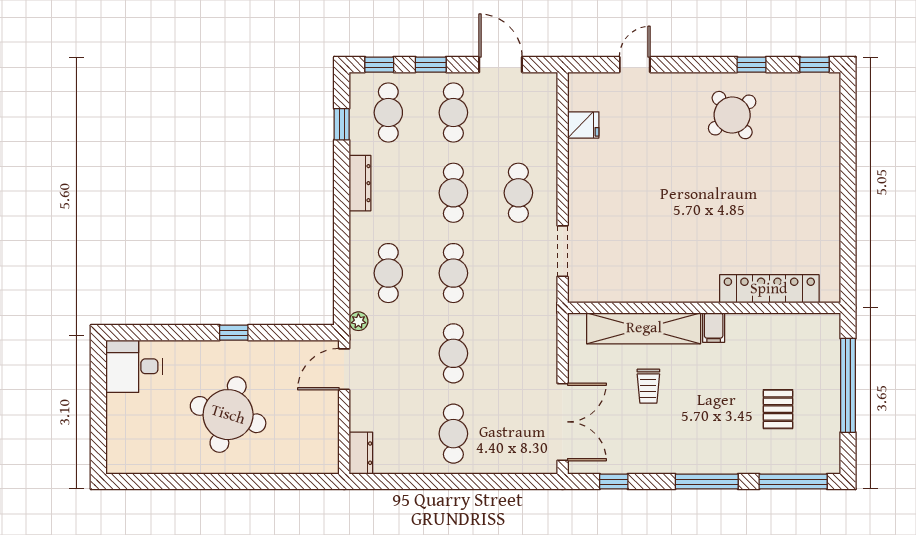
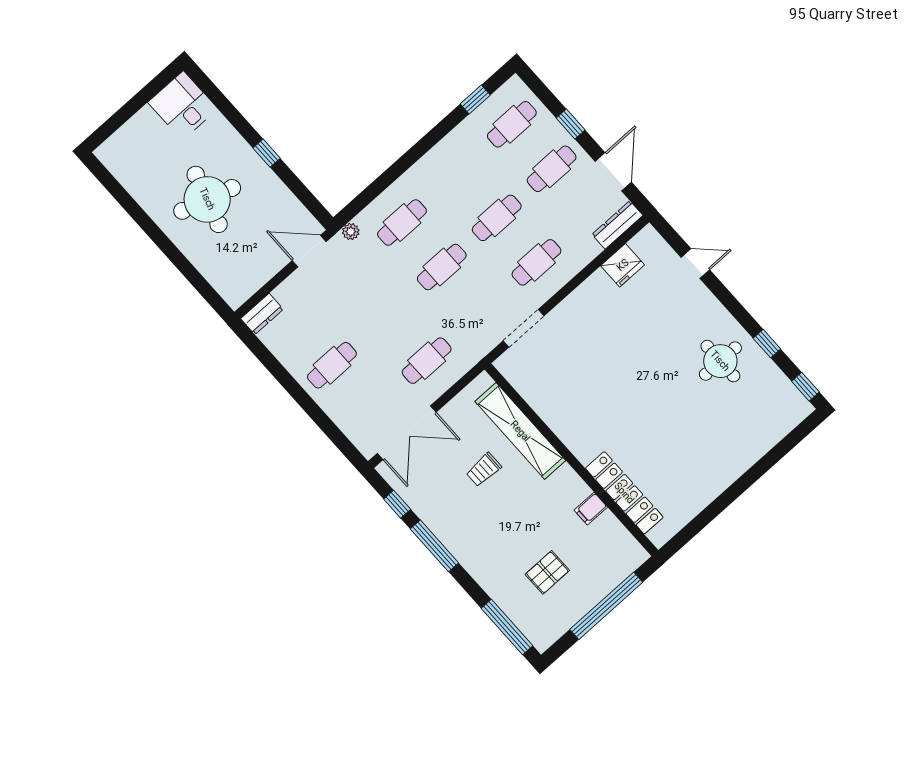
window: (379, 65) -> (539, 89), removed
round table: (732, 115) -> (720, 361), turned 38
fridge: (583, 125) -> (623, 265), width x1.38
dresser: (360, 183) -> (617, 225), moved, turned 180
filing cabinet: (714, 328) -> (591, 509), moved
cafe table: (453, 353) -> (427, 361), moved
window: (707, 482) -> (434, 546), moved

